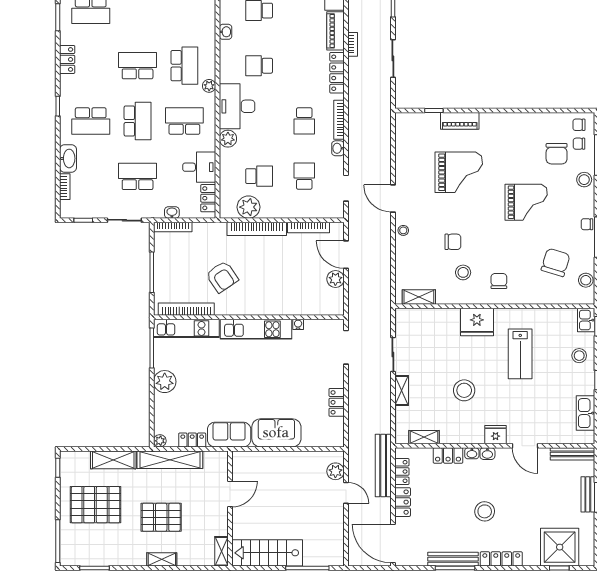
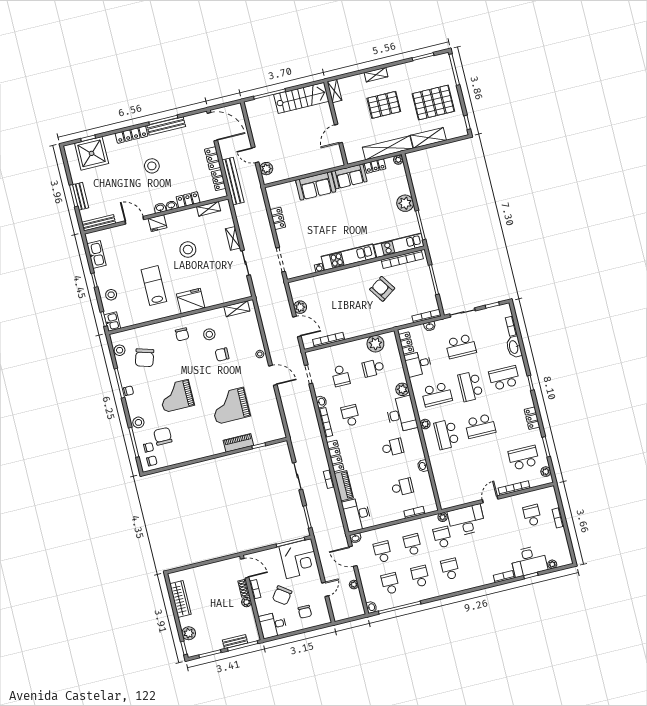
bookcase: (257, 229) -> (366, 329), removed

